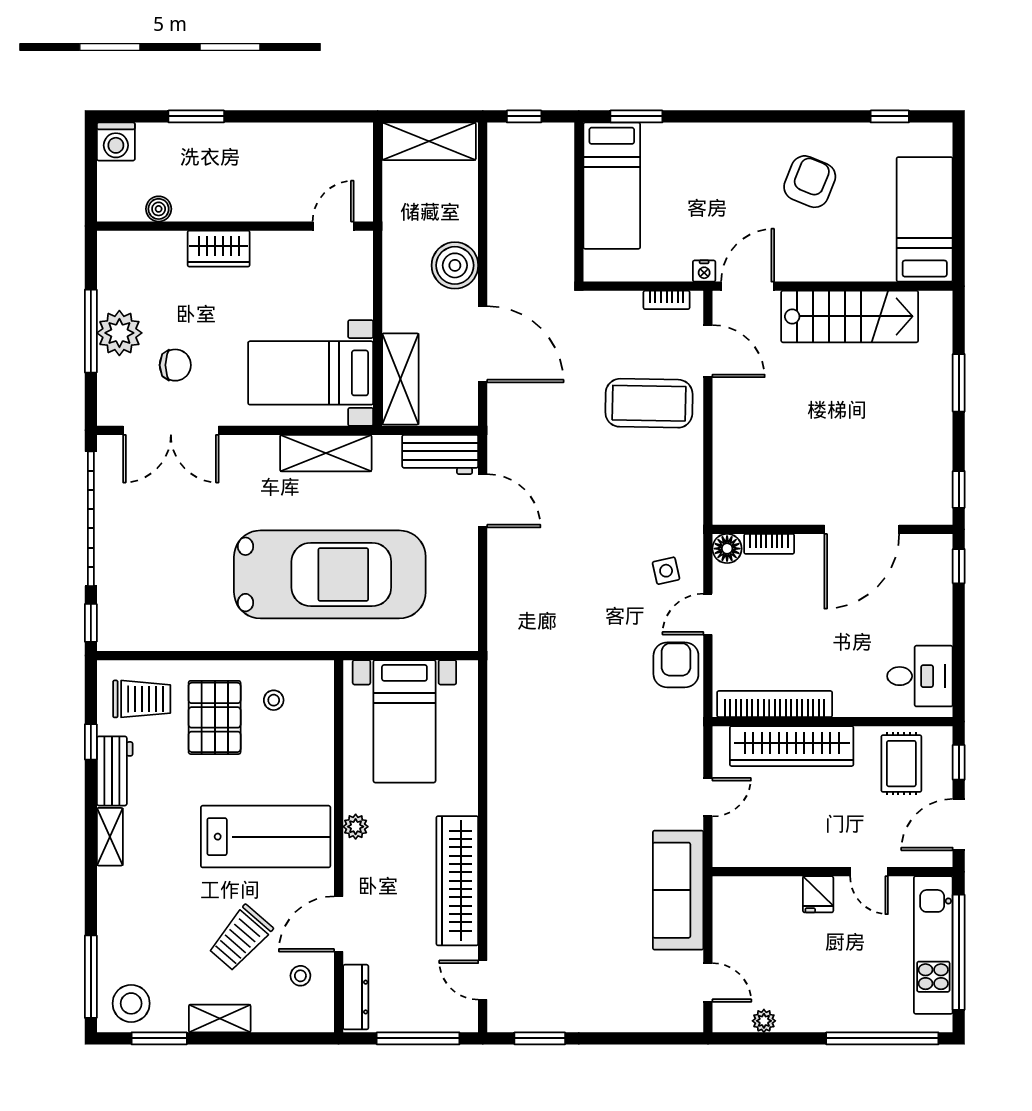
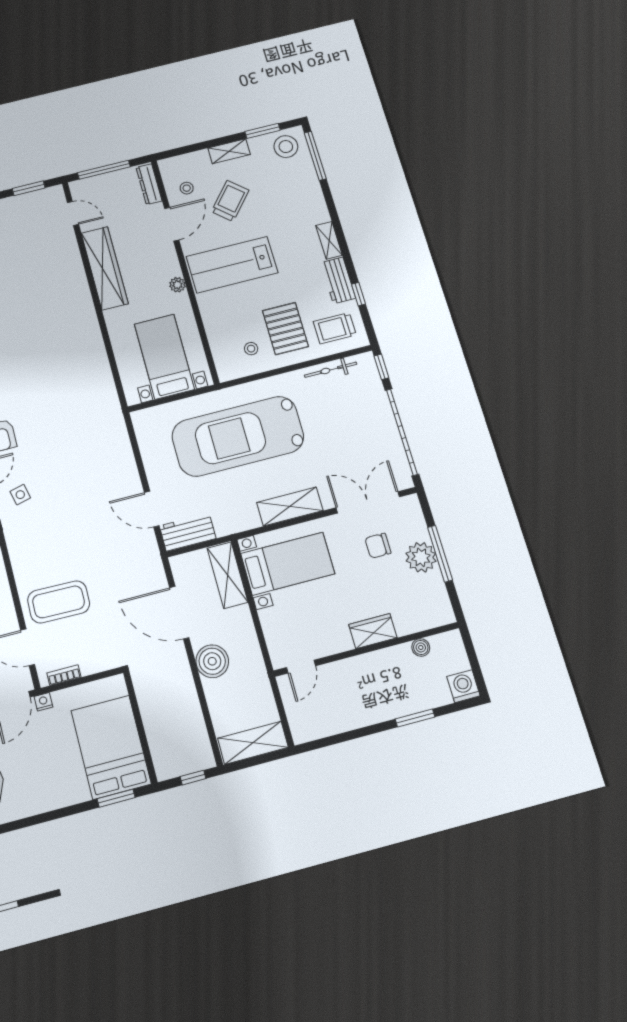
bed: (612, 186) -> (111, 747), width x1.50
shelving: (326, 453) -> (290, 507), moved
bicycle: (166, 638) -> (331, 370), added

